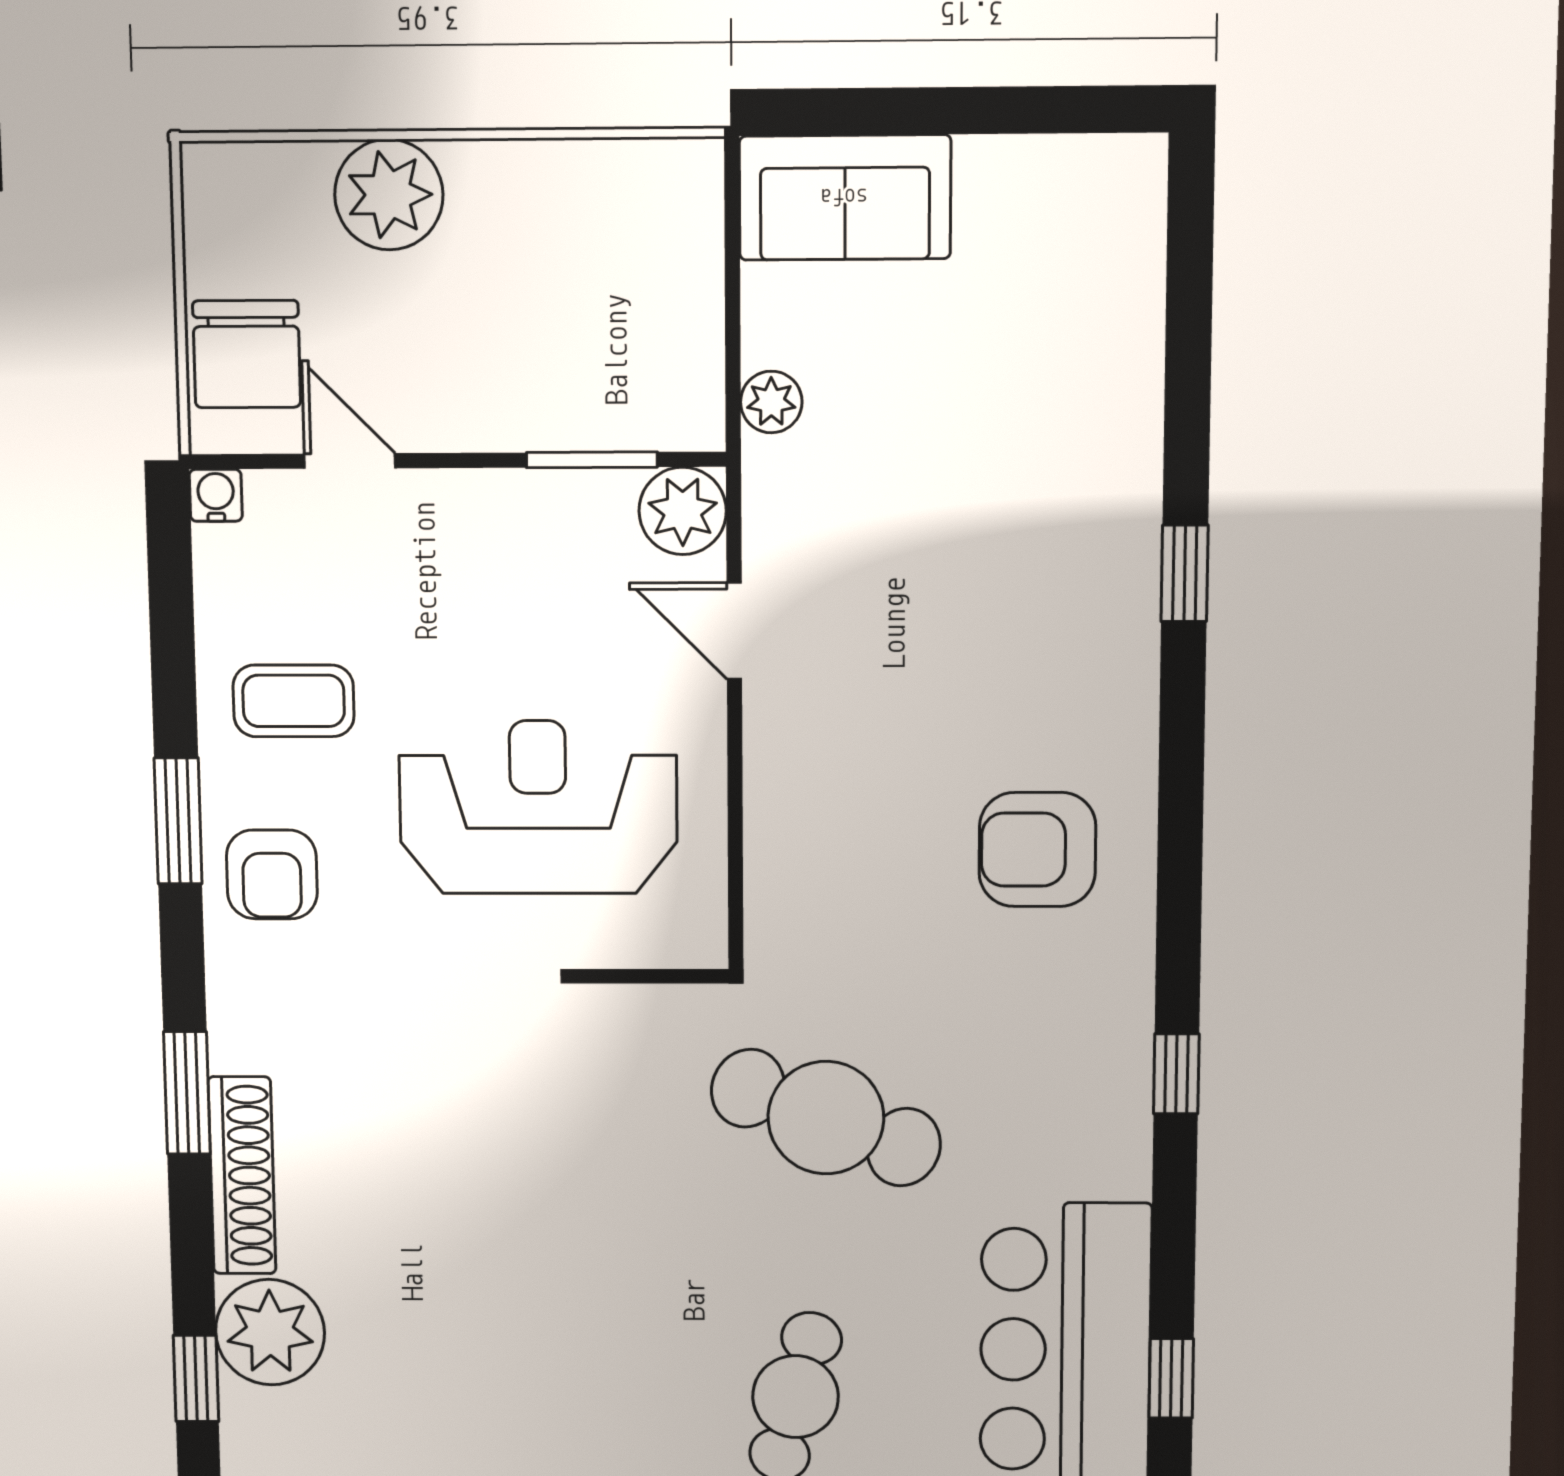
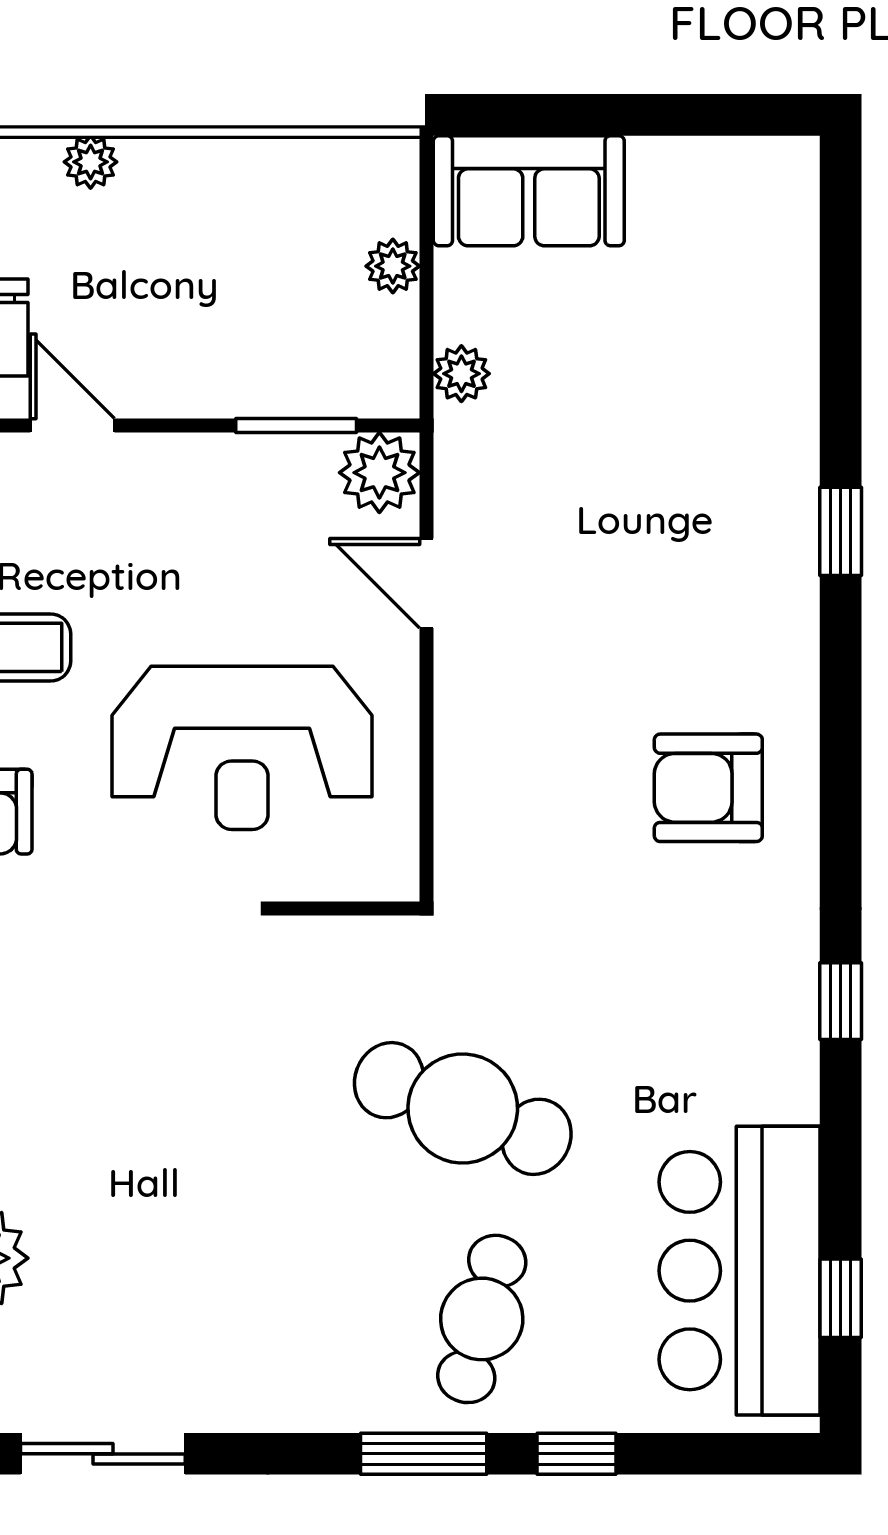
plant: (389, 195) -> (91, 162), width x0.53, depth x0.53
plant: (696, 283) -> (393, 266), added
reception desk: (538, 807) -> (242, 748), turned 180
cafe table: (826, 1118) -> (463, 1109), moved

